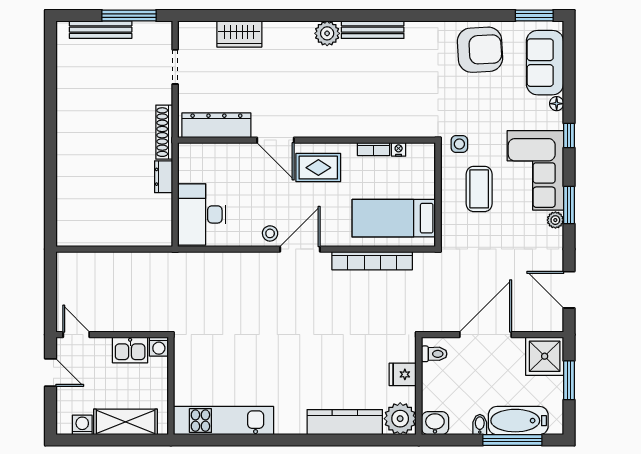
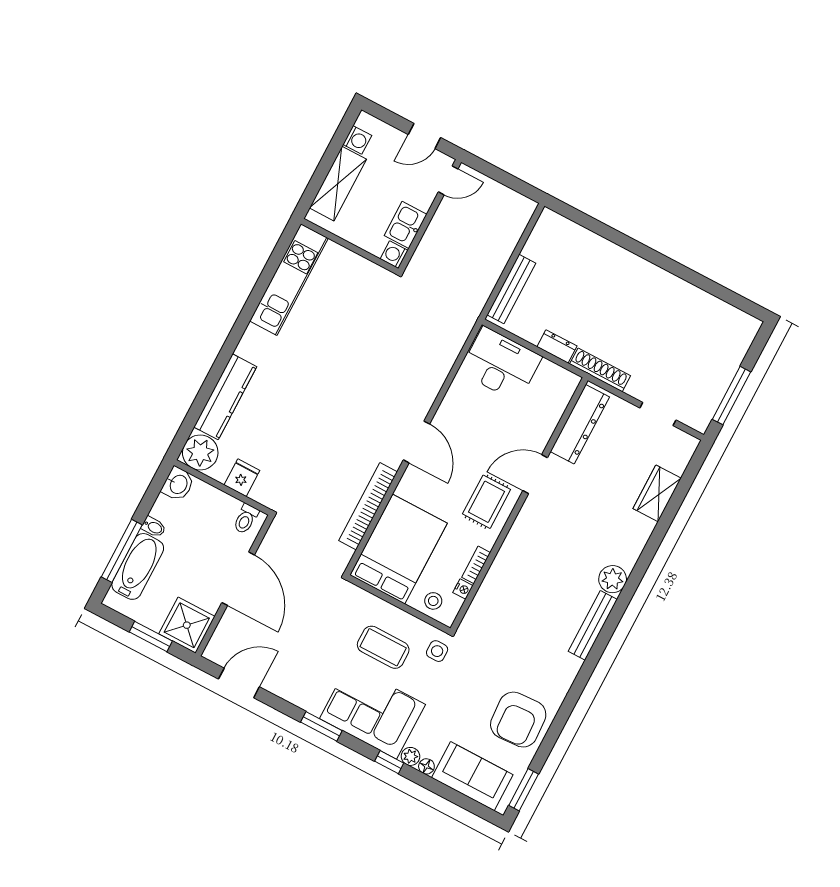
bench: (101, 30) -> (511, 289), moved
bed: (394, 218) -> (399, 549), width x1.50
plant: (555, 220) -> (411, 756), moved
stool: (270, 233) -> (433, 601), moved

